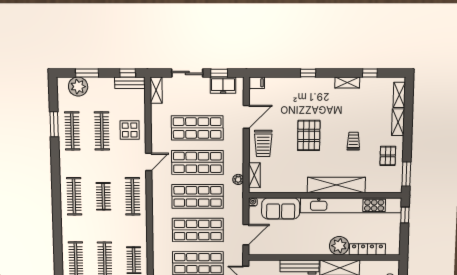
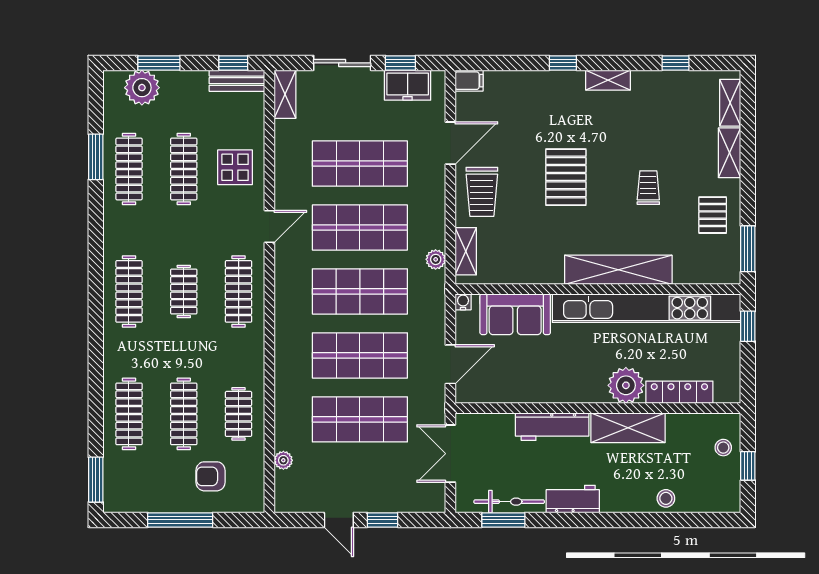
shelving: (347, 83) -> (608, 80), moved

